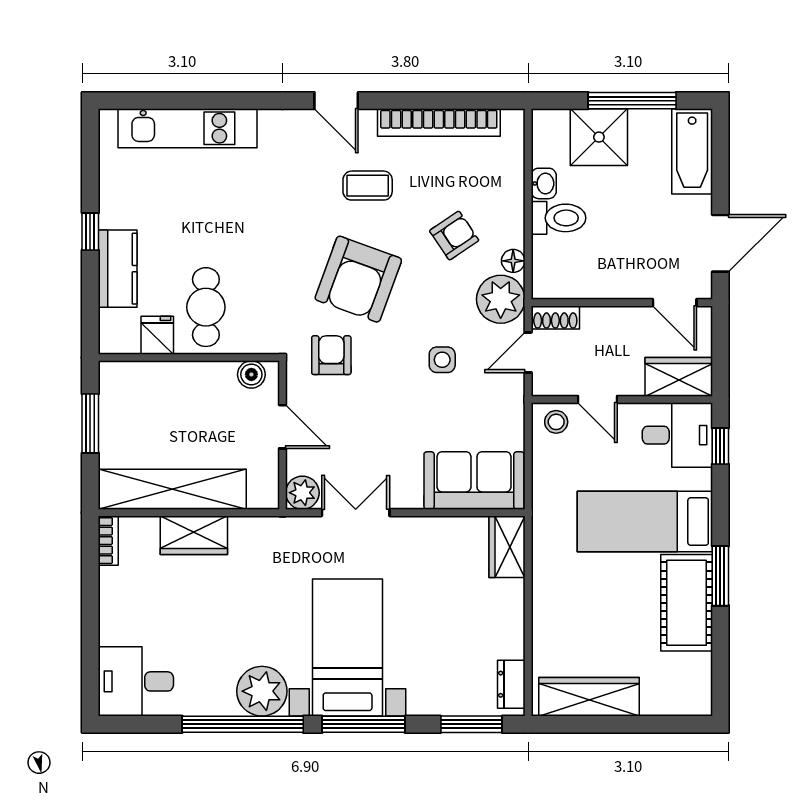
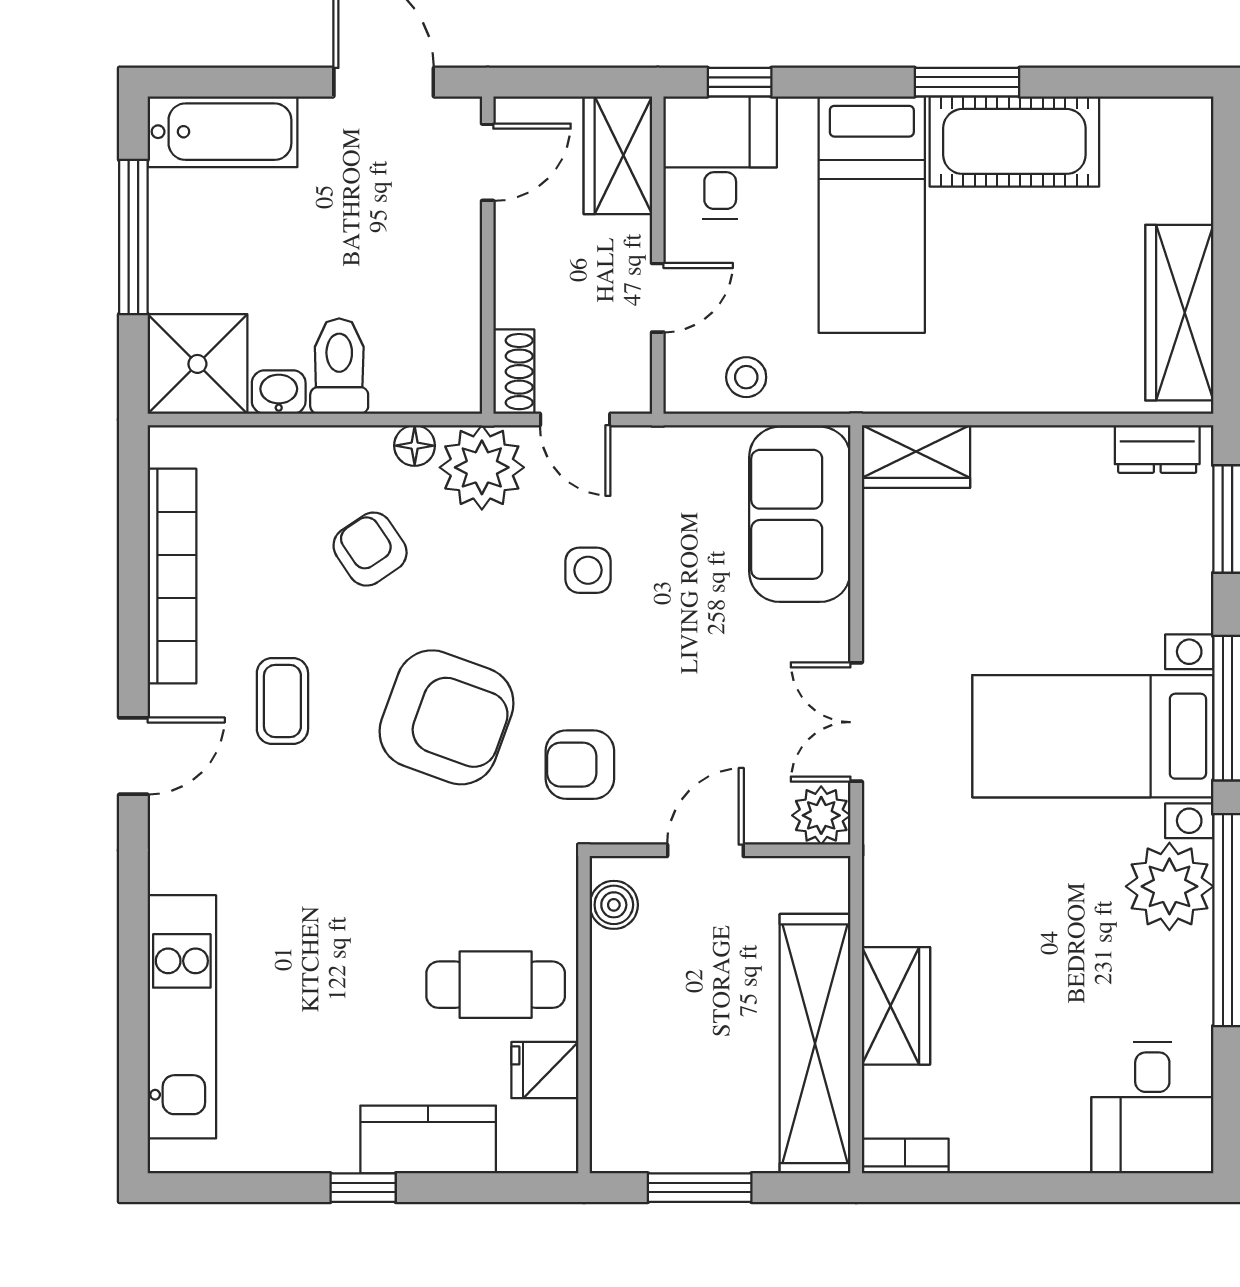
shower: (599, 137) -> (197, 364), moved
stool: (556, 422) -> (746, 377), moved

